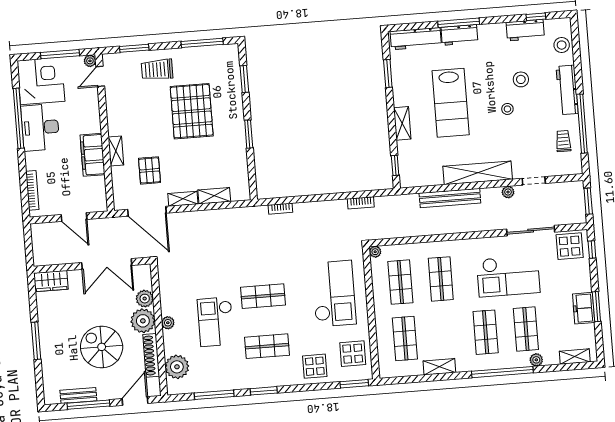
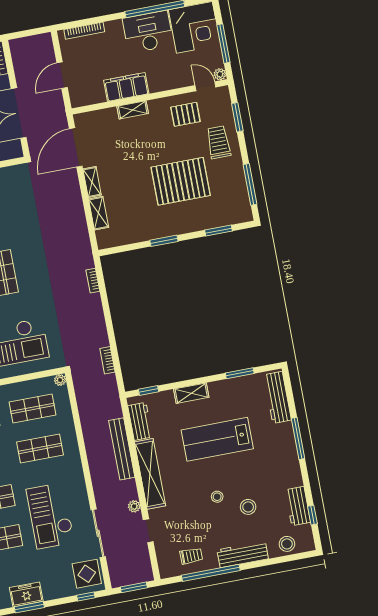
workbench: (459, 35) -> (140, 421), moved, turned 180
pallet: (149, 170) -> (185, 114), moved

